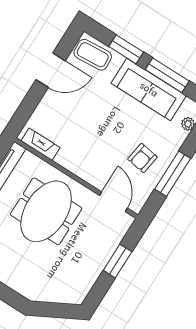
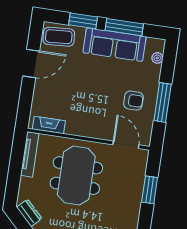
armchair: (142, 158) -> (133, 101), turned -99

